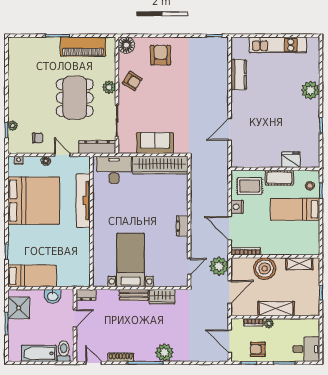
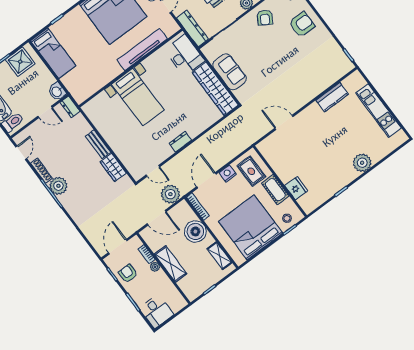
bed: (295, 209) -> (251, 227), width x2.04
bed with nightstands: (131, 260) -> (138, 97), moved, turned 90
washbasin: (53, 296) -> (57, 91), moved
plant: (164, 353) -> (58, 186), moved

